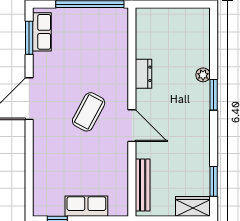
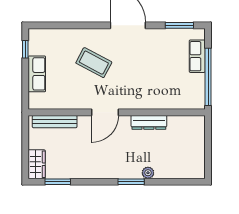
row of seats: (42, 32) -> (197, 56), moved, turned 90
dresser: (144, 74) -> (149, 122), width x1.44
coffee table: (89, 112) -> (94, 63), moved

